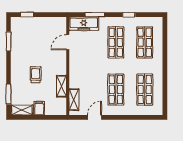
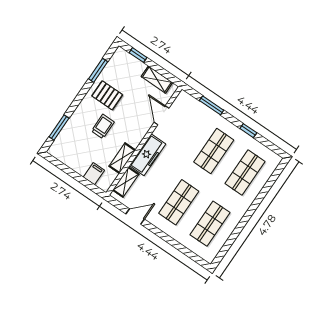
freezer: (84, 24) -> (148, 155), moved, turned -90
door: (68, 42) -> (162, 115), hinge flipped
pallet: (25, 53) -> (107, 95), added
filing cabinet: (39, 108) -> (94, 174), moved
shelving: (22, 110) -> (157, 80), moved

